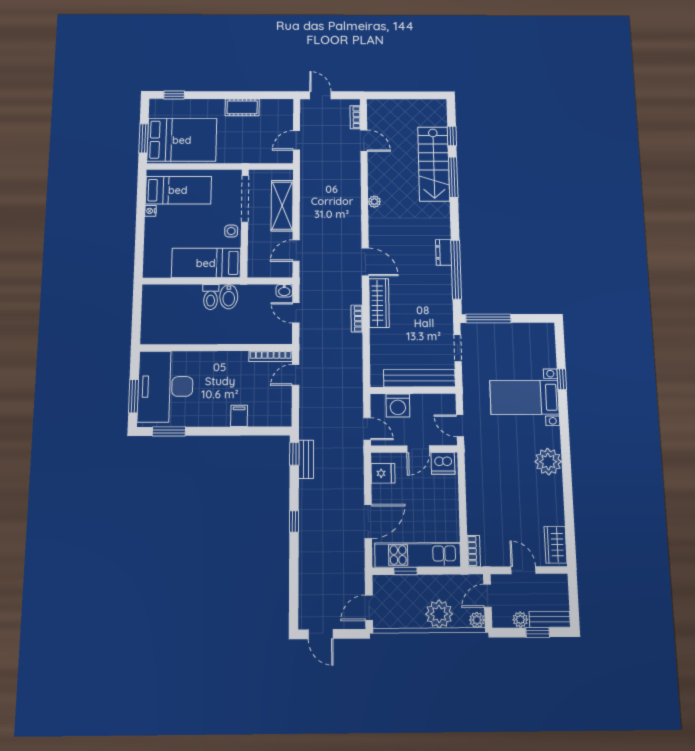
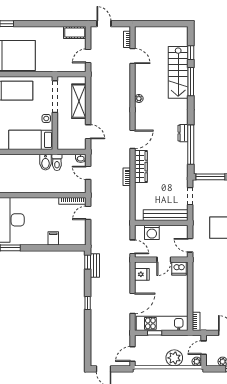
cot: (242, 107) -> (75, 33), moved
door: (296, 251) -> (88, 132), swing flipped
door: (365, 262) -> (132, 139), hinge flipped
toilet: (211, 297) -> (57, 162), moved

